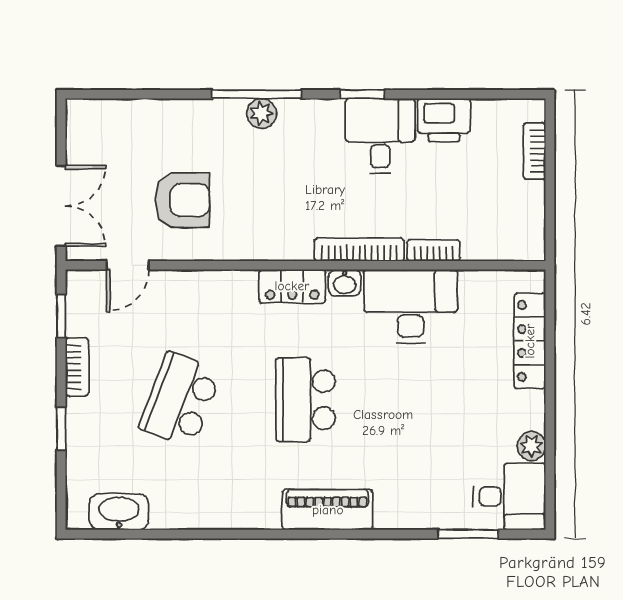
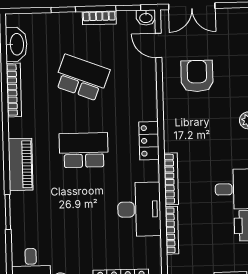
armchair: (182, 200) -> (197, 76), turned 180
bookcase: (433, 250) -> (172, 230), width x1.56
washbasin: (345, 283) -> (146, 18), moved, turned -90
bookcase: (198, 518) -> (14, 90), added
window: (468, 534) -> (8, 212), moved

